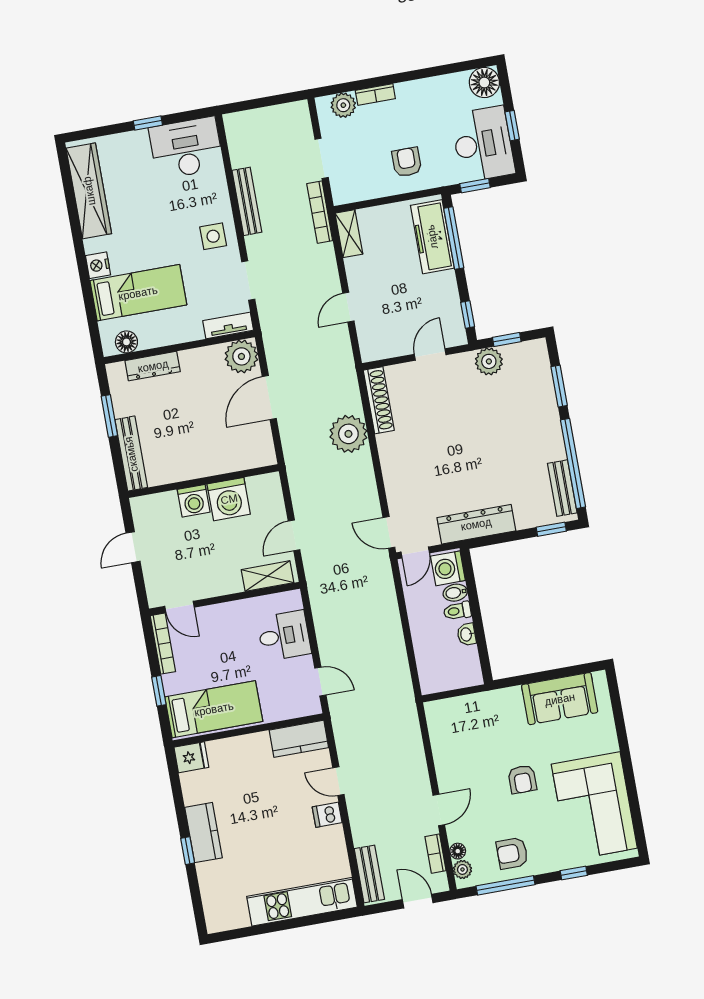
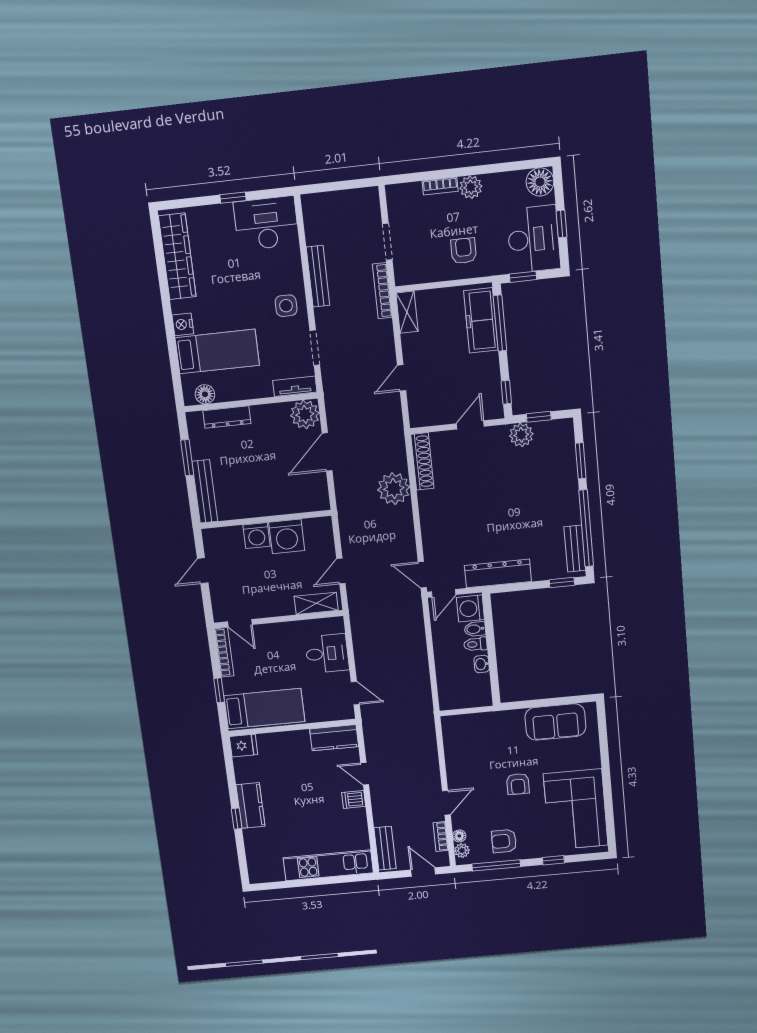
plant: (343, 105) -> (471, 187), moved

